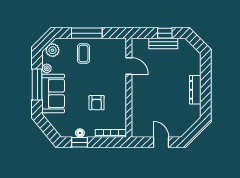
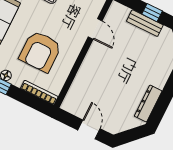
dresser: (195, 90) -> (148, 104), moved
armchair: (97, 103) -> (40, 51), width x1.88, depth x1.88

